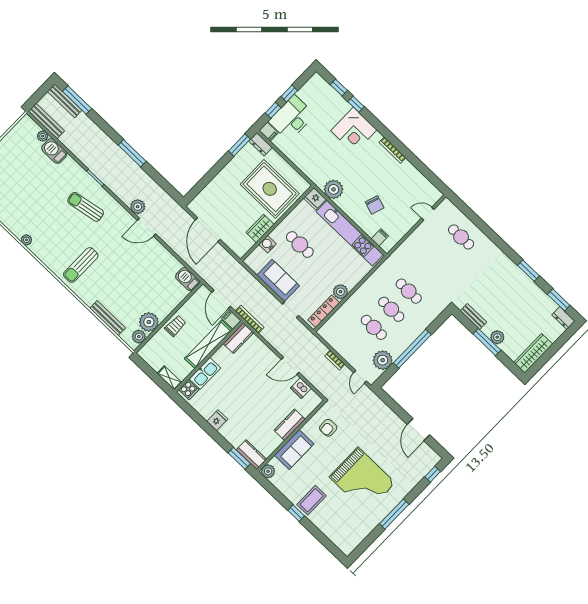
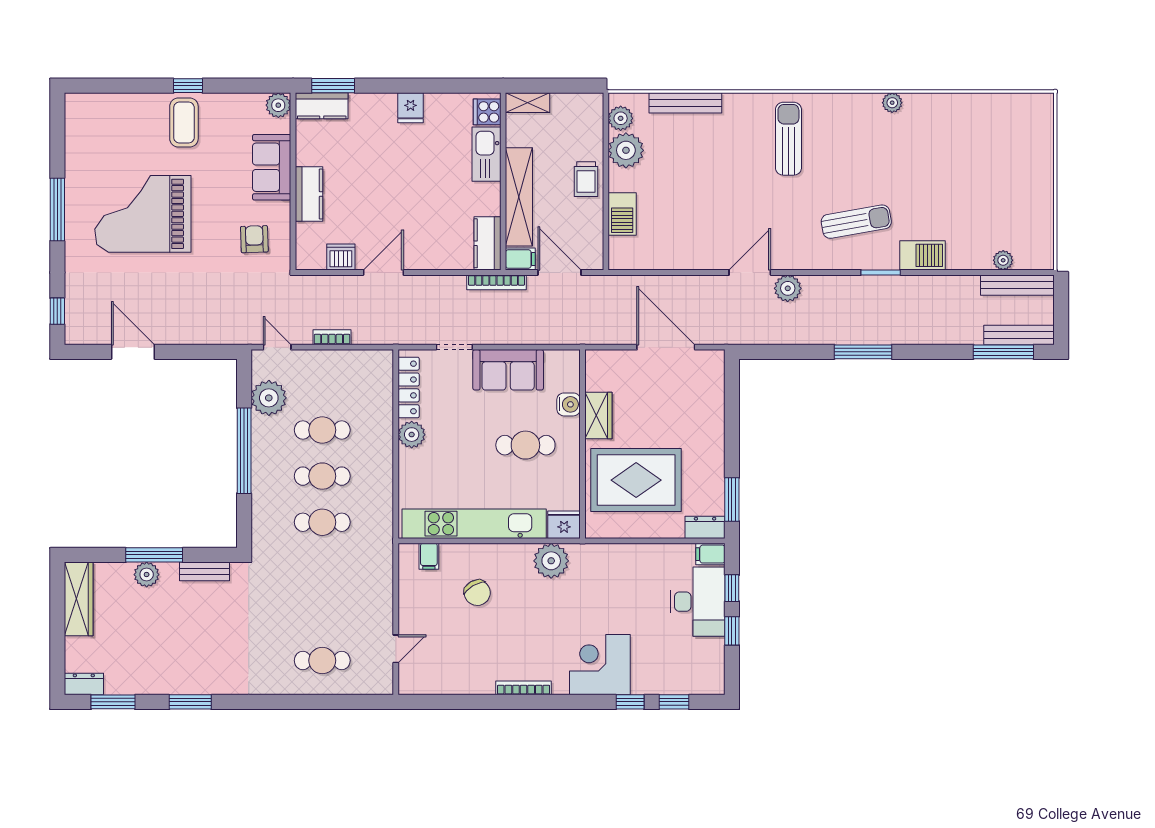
barbecue: (54, 151) -> (922, 255), moved
chair: (375, 205) -> (477, 593), turned -139
barbecue: (188, 279) -> (622, 214), moved, turned 90

